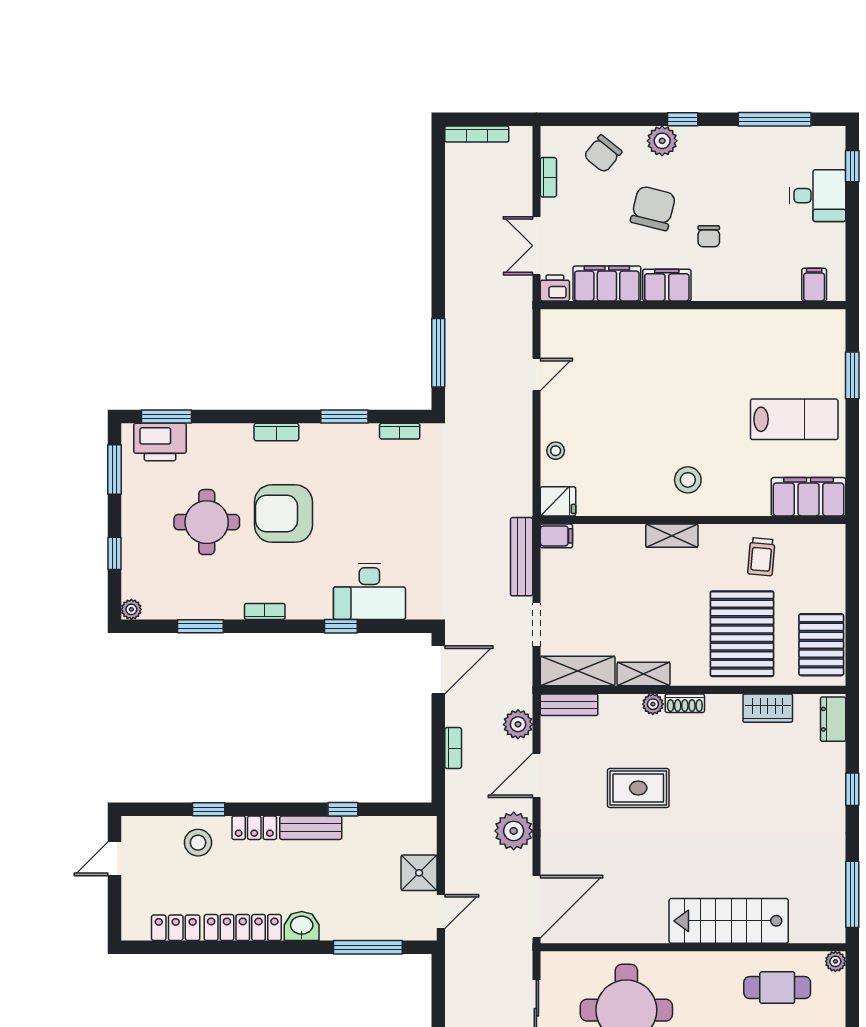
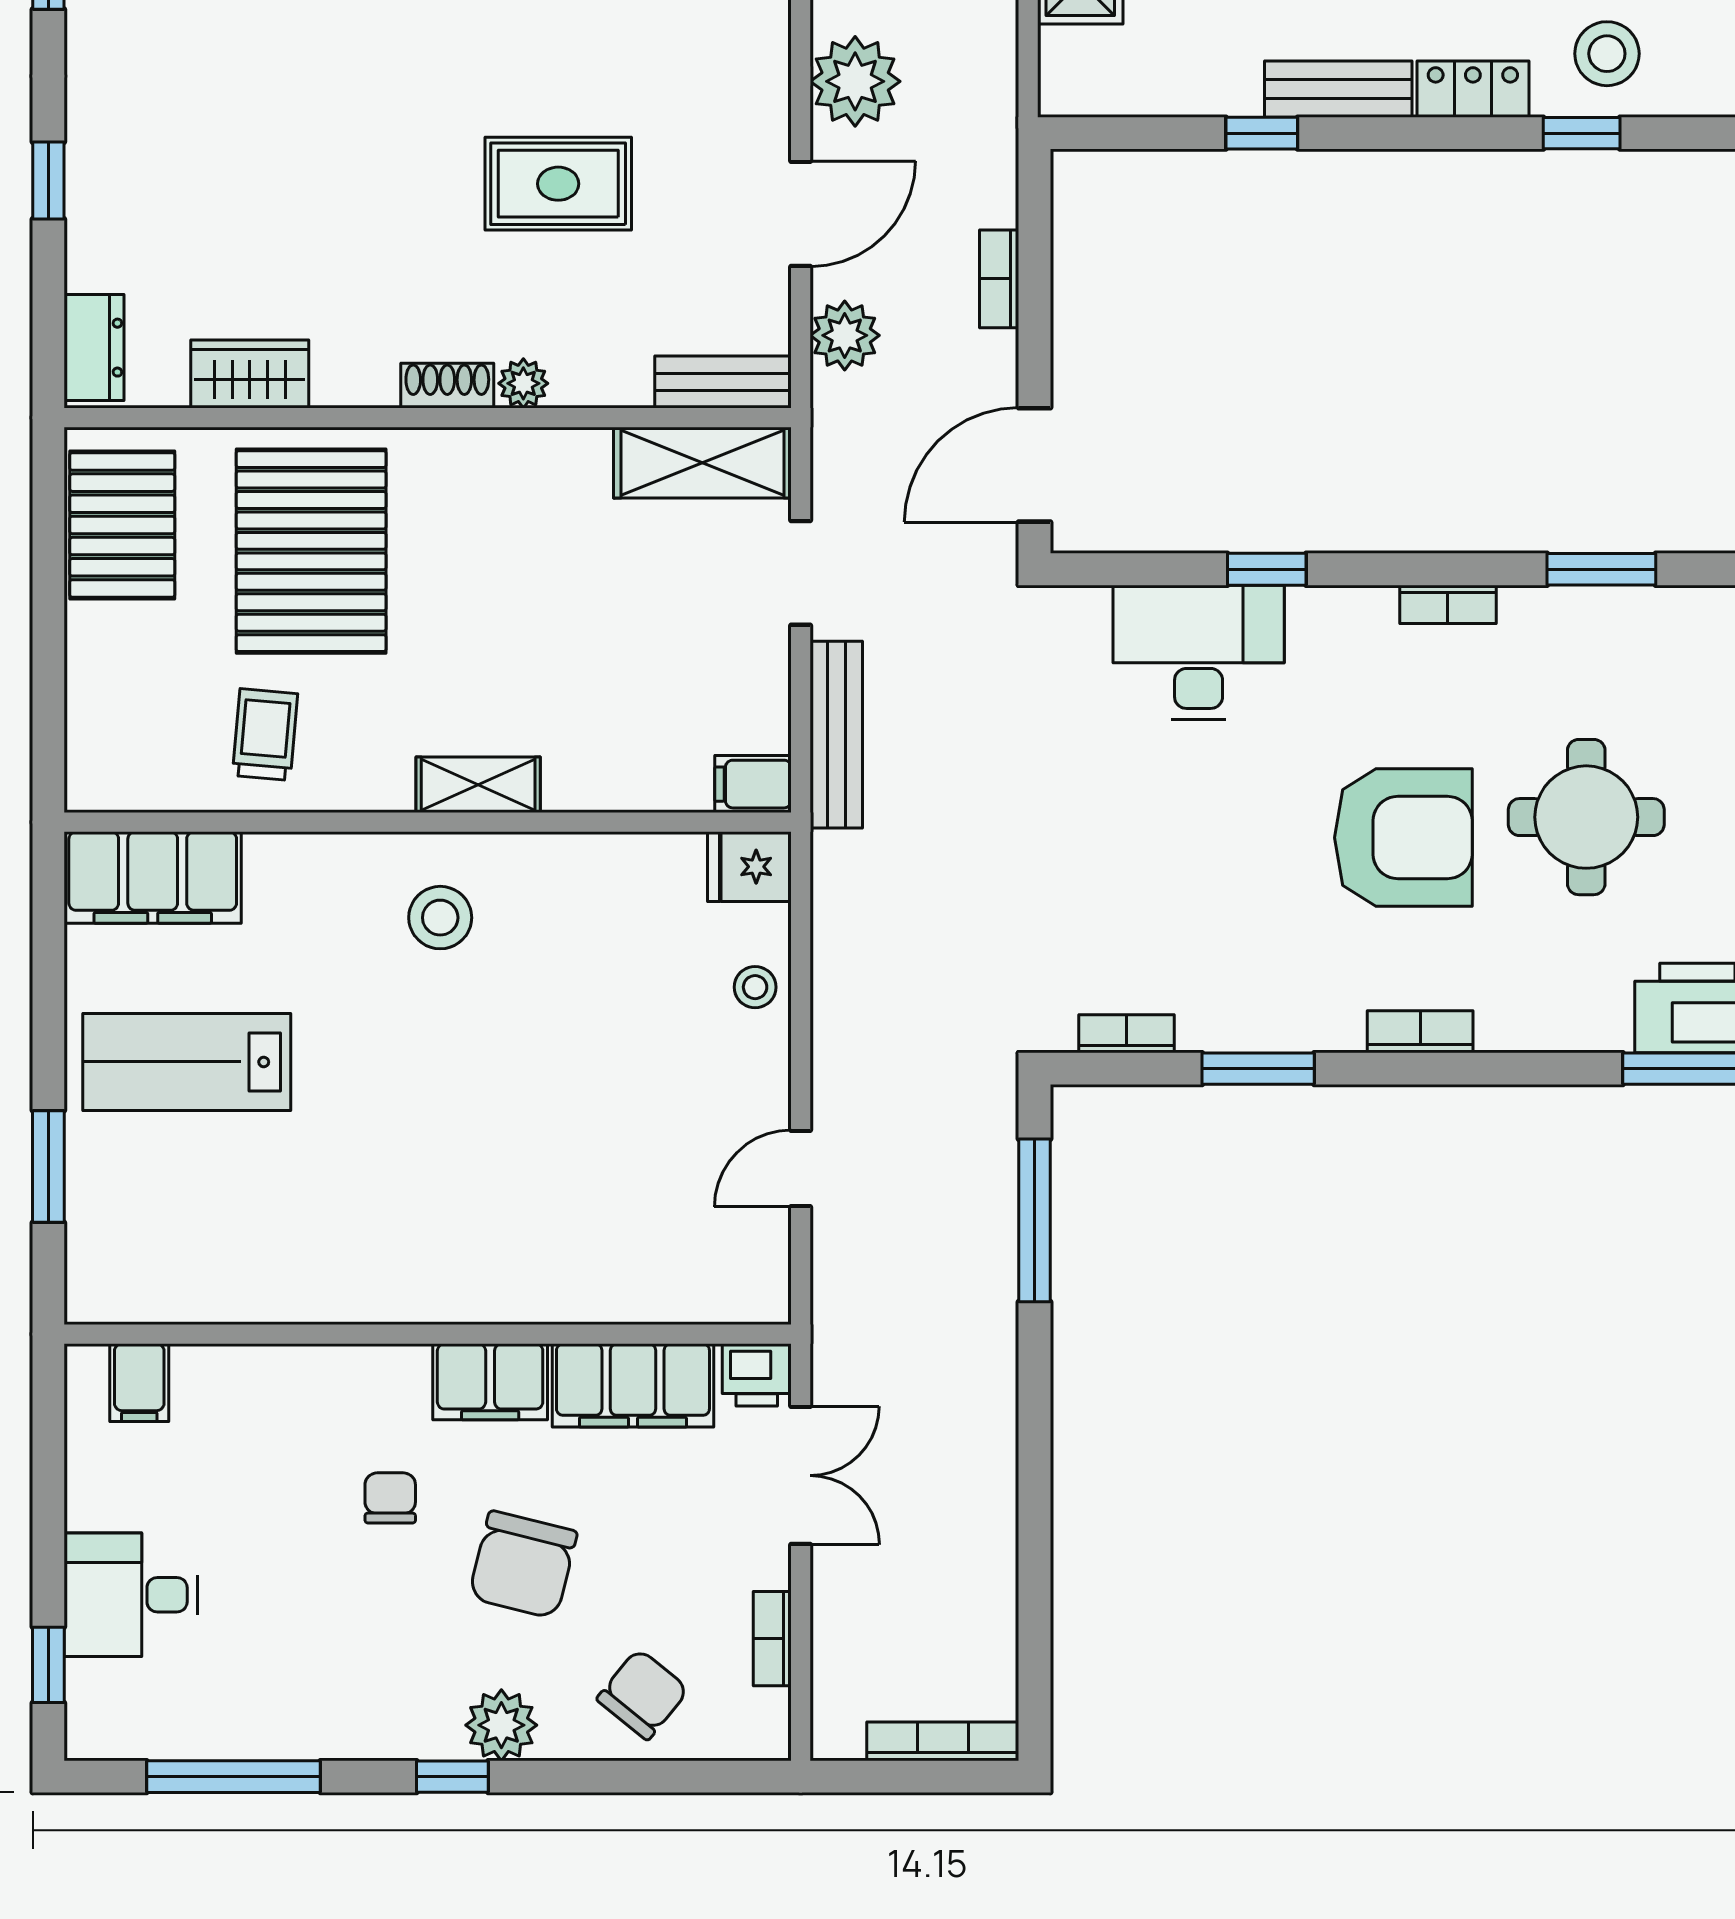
shelving: (643, 674) -> (546, 455), removed

